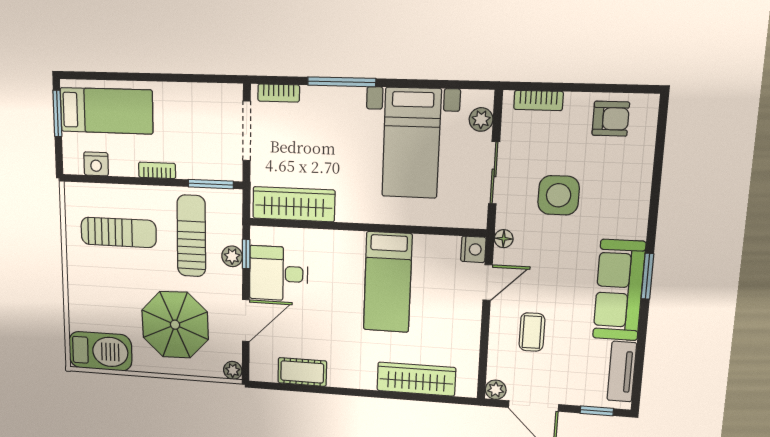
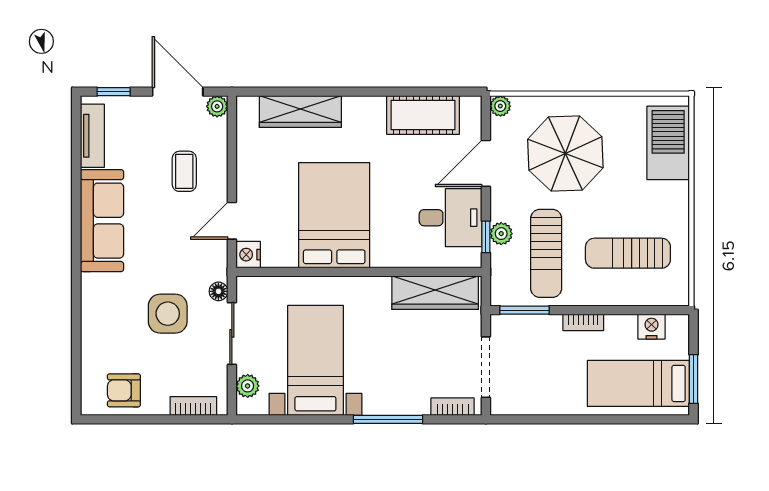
floor lamp: (504, 239) -> (218, 291), moved
window: (647, 276) -> (76, 236), removed
bed: (388, 282) -> (334, 215), width x1.50
barbecue: (100, 351) -> (668, 143), moved, turned 90
cot: (302, 372) -> (423, 115), width x1.37, depth x1.34

